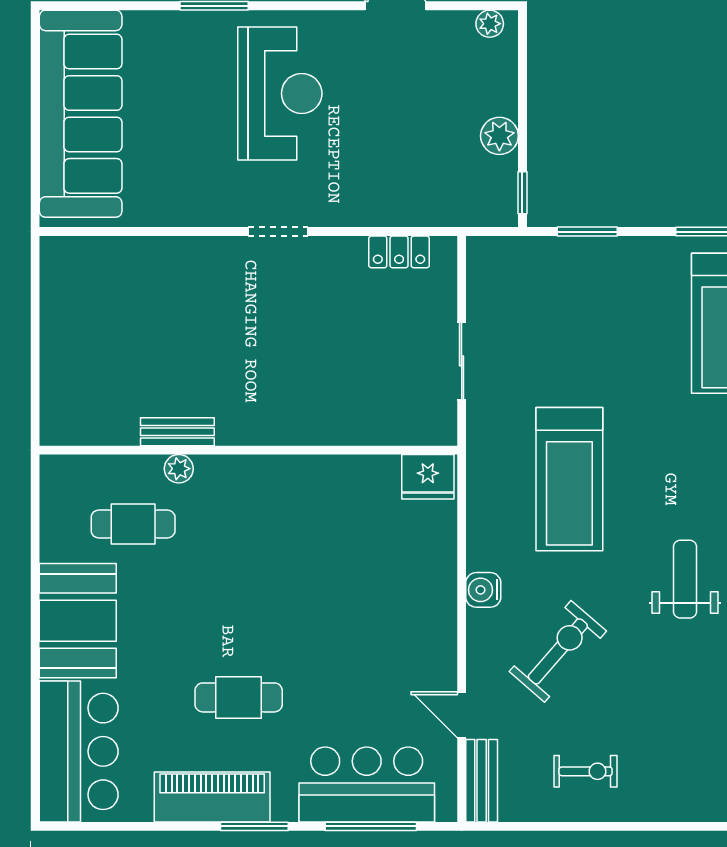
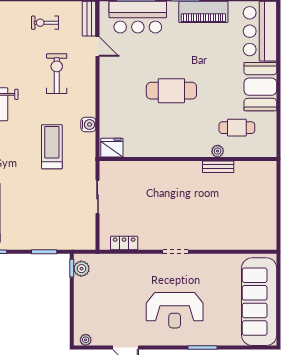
reception desk: (280, 93) -> (175, 310), turned -90
plant: (499, 136) -> (81, 269), moved
treadmill: (569, 479) -> (52, 147), width x0.73, depth x0.73
water cooler: (483, 590) -> (88, 124), moved
exercise bike: (558, 651) -> (57, 74), turned 139
cafe table: (239, 697) -> (171, 91), moved, width x1.37, depth x1.35

